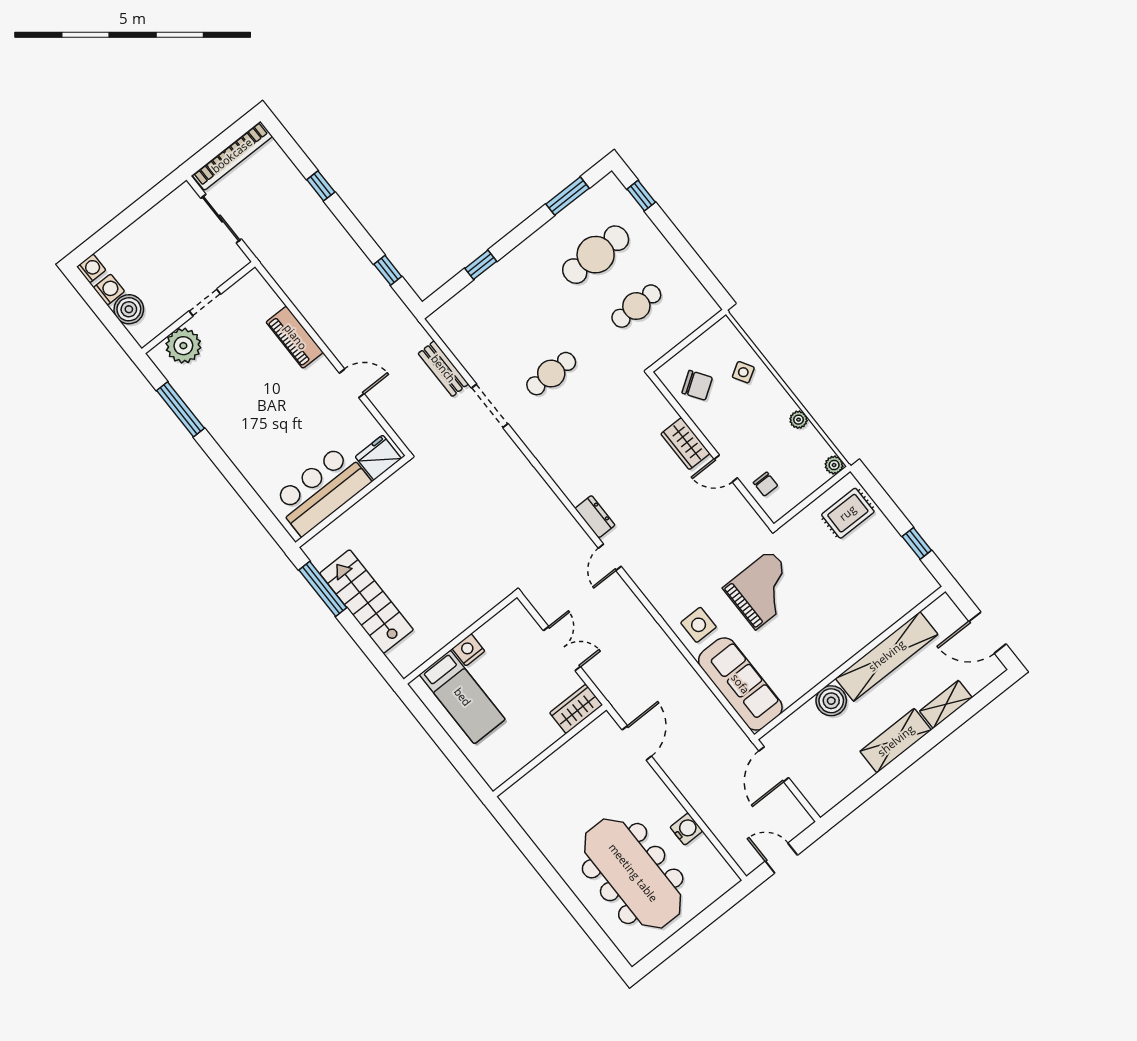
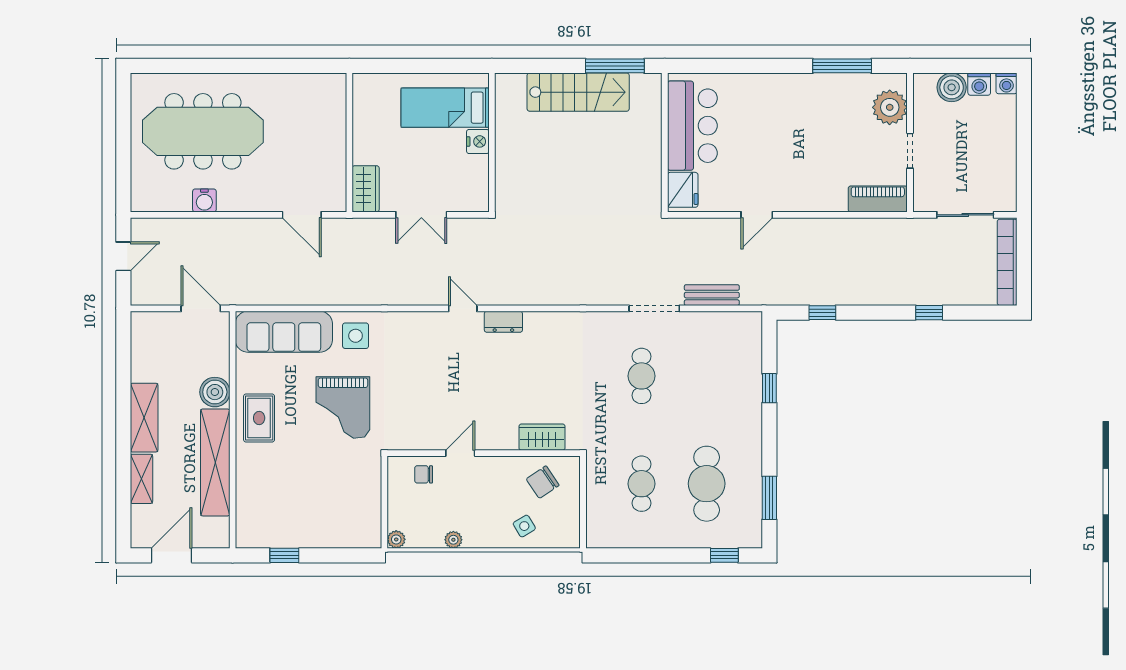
piano: (295, 337) -> (878, 199), moved
wardrobe: (685, 444) -> (542, 437), moved
rug: (848, 513) -> (259, 418), moved

